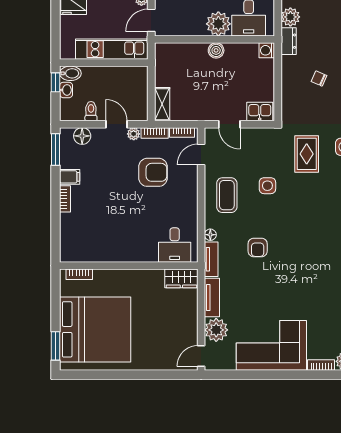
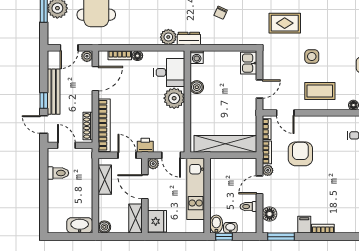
boiler: (216, 50) -> (197, 87), moved
shelving: (162, 104) -> (225, 144), width x2.20, depth x1.33

